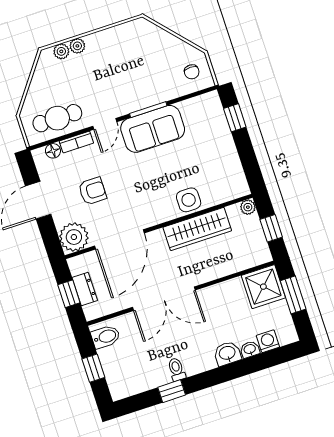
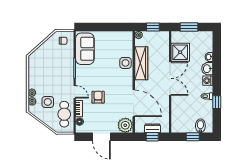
side table: (70, 81) -> (48, 102), added
window: (235, 118) -> (93, 27), removed
sofa: (153, 129) -> (85, 49), moved
armchair: (92, 191) -> (98, 97), moved
shower: (263, 287) -> (180, 52), moved
double door: (164, 299) -> (170, 78), moved
bidet: (106, 337) -> (200, 126), moved
washing machine: (268, 341) -> (208, 81), moved

